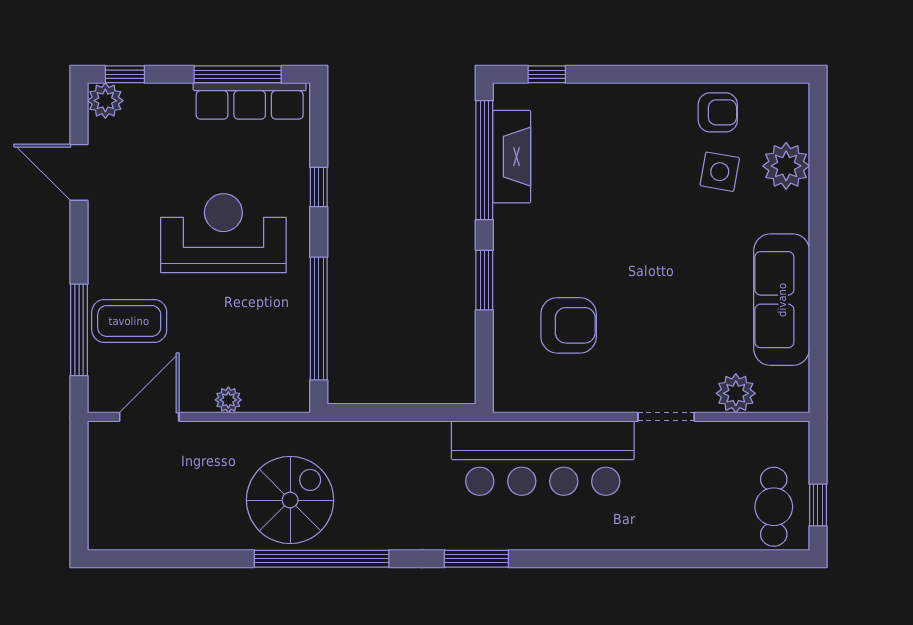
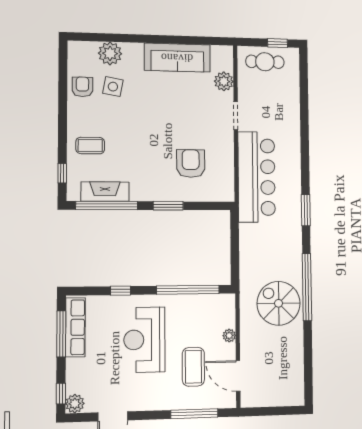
coffee table: (602, 128) -> (90, 146), added
coffee table: (129, 321) -> (193, 367), moved
cafe table: (774, 507) -> (265, 62), moved

